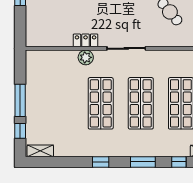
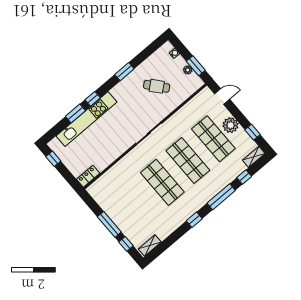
locker: (86, 40) -> (88, 176), moved
plant: (86, 57) -> (128, 161), removed
window: (143, 162) -> (221, 197), width x1.44

